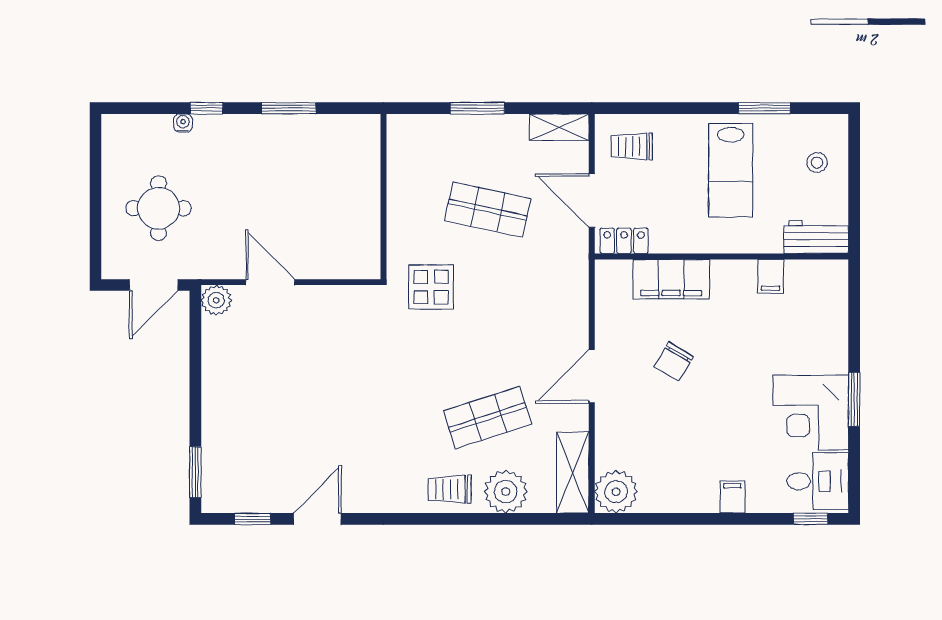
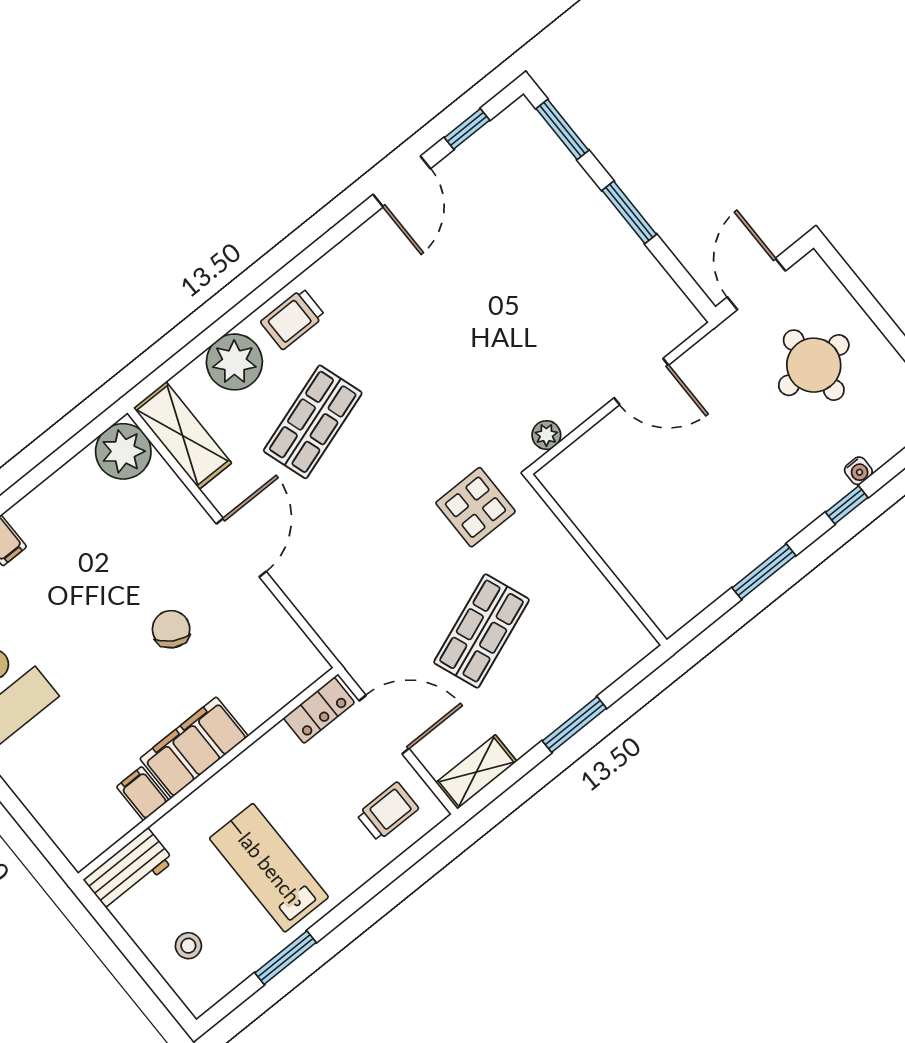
shop shelf: (488, 210) -> (481, 631), turned -33
filing cabinet: (671, 279) -> (194, 747), moved
plant: (216, 300) -> (546, 435), moved, width x0.73, depth x0.73
window: (195, 390) -> (629, 212), added
trolley: (450, 489) -> (293, 319), turned 180

